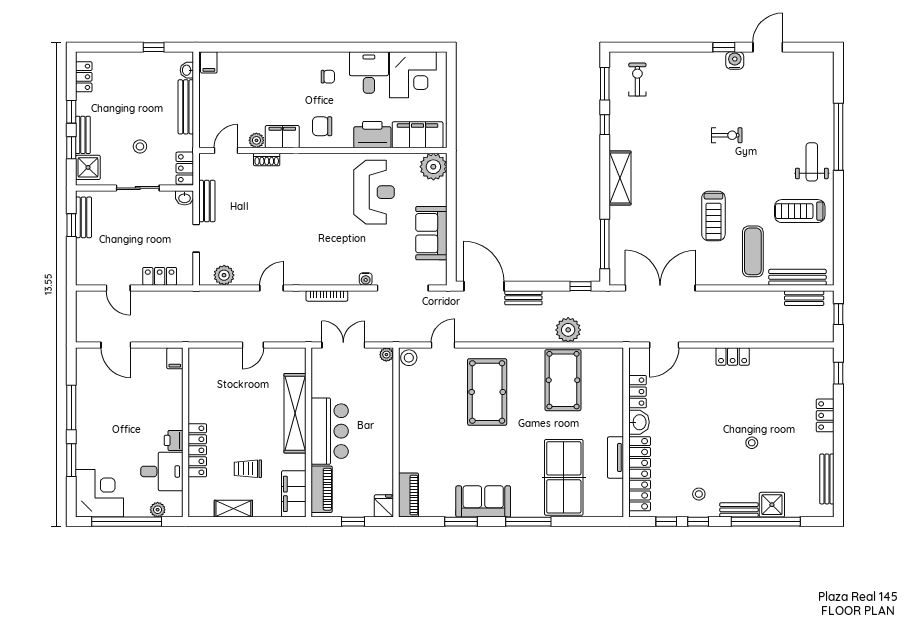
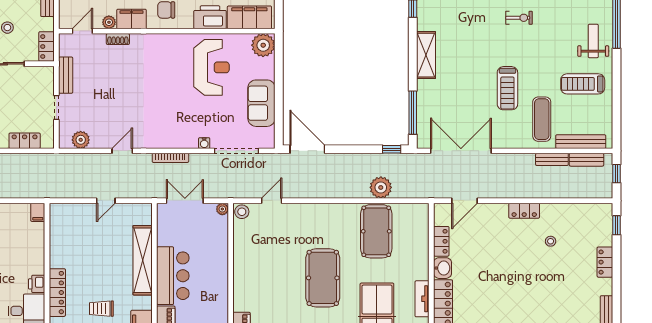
washbasin: (185, 198) -> (46, 72), removed
bench: (523, 298) -> (552, 159), moved
pool table: (487, 392) -> (323, 278), moved
stool: (752, 443) -> (551, 241), moved

